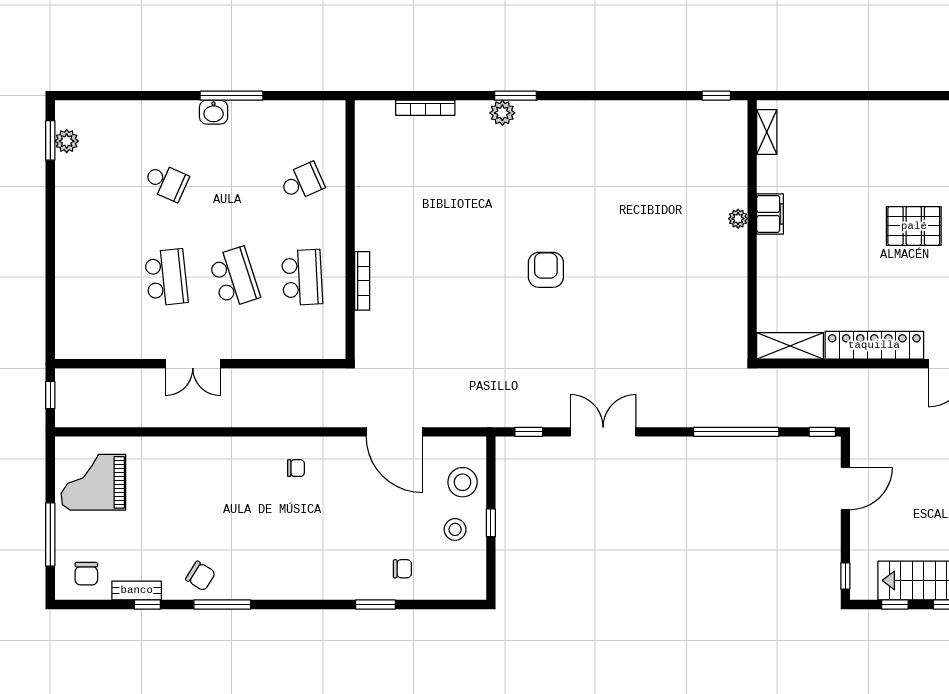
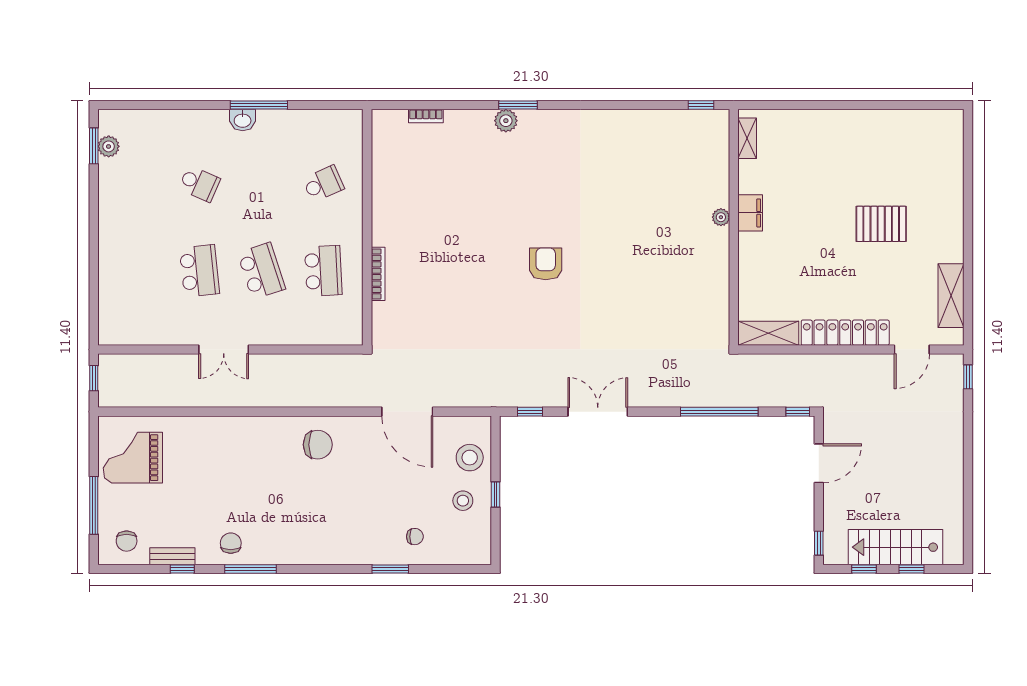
bookcase: (425, 108) -> (426, 116), width x0.64
chair: (296, 468) -> (318, 445), width x1.87, depth x1.87
chair: (201, 576) -> (231, 543), turned -122

